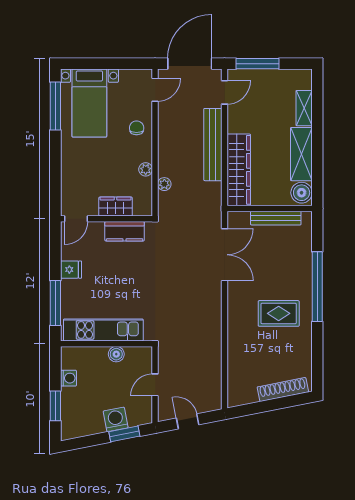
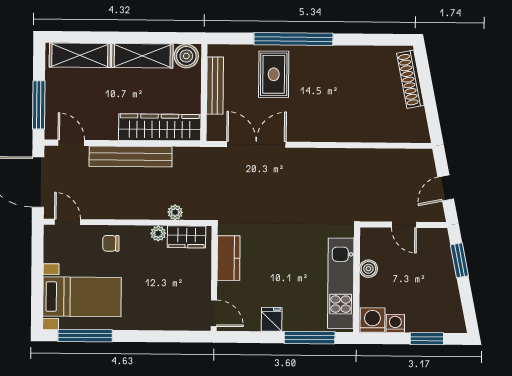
shelving: (304, 108) -> (80, 55), width x1.50, depth x1.33
wardrobe: (116, 207) -> (187, 237), moved, turned -90
rug: (279, 313) -> (274, 74), moved
washing machine: (116, 419) -> (372, 320), moved, turned 101

